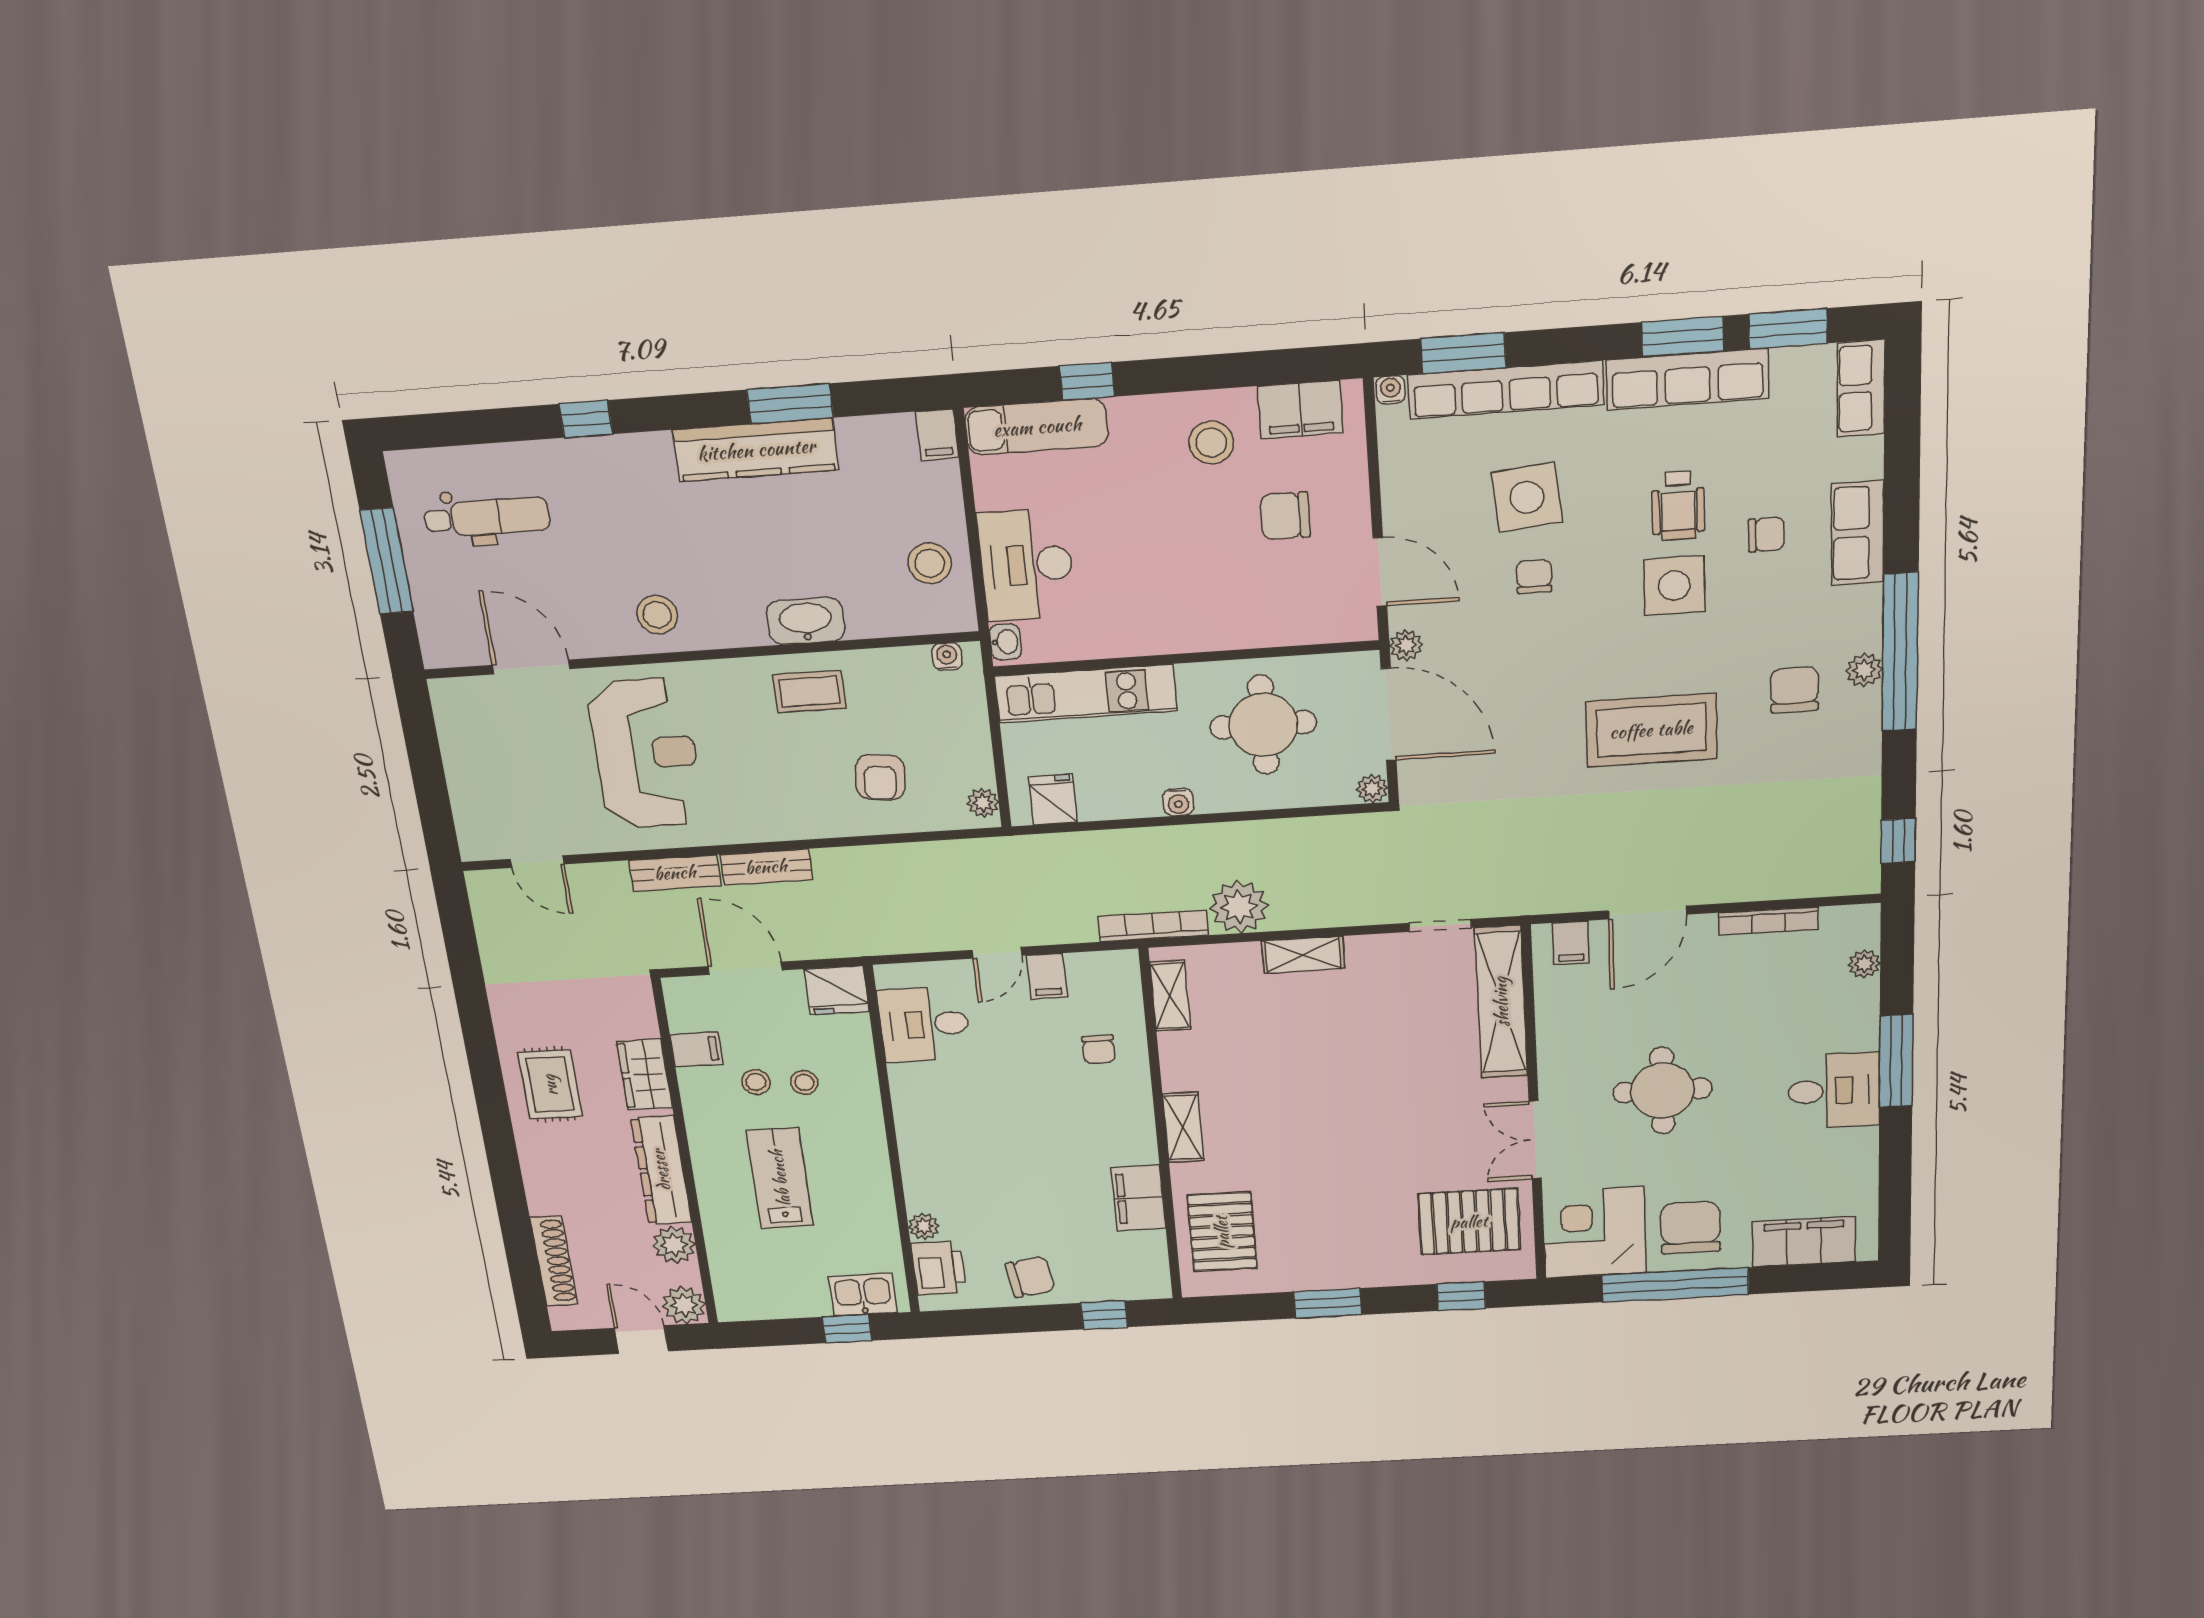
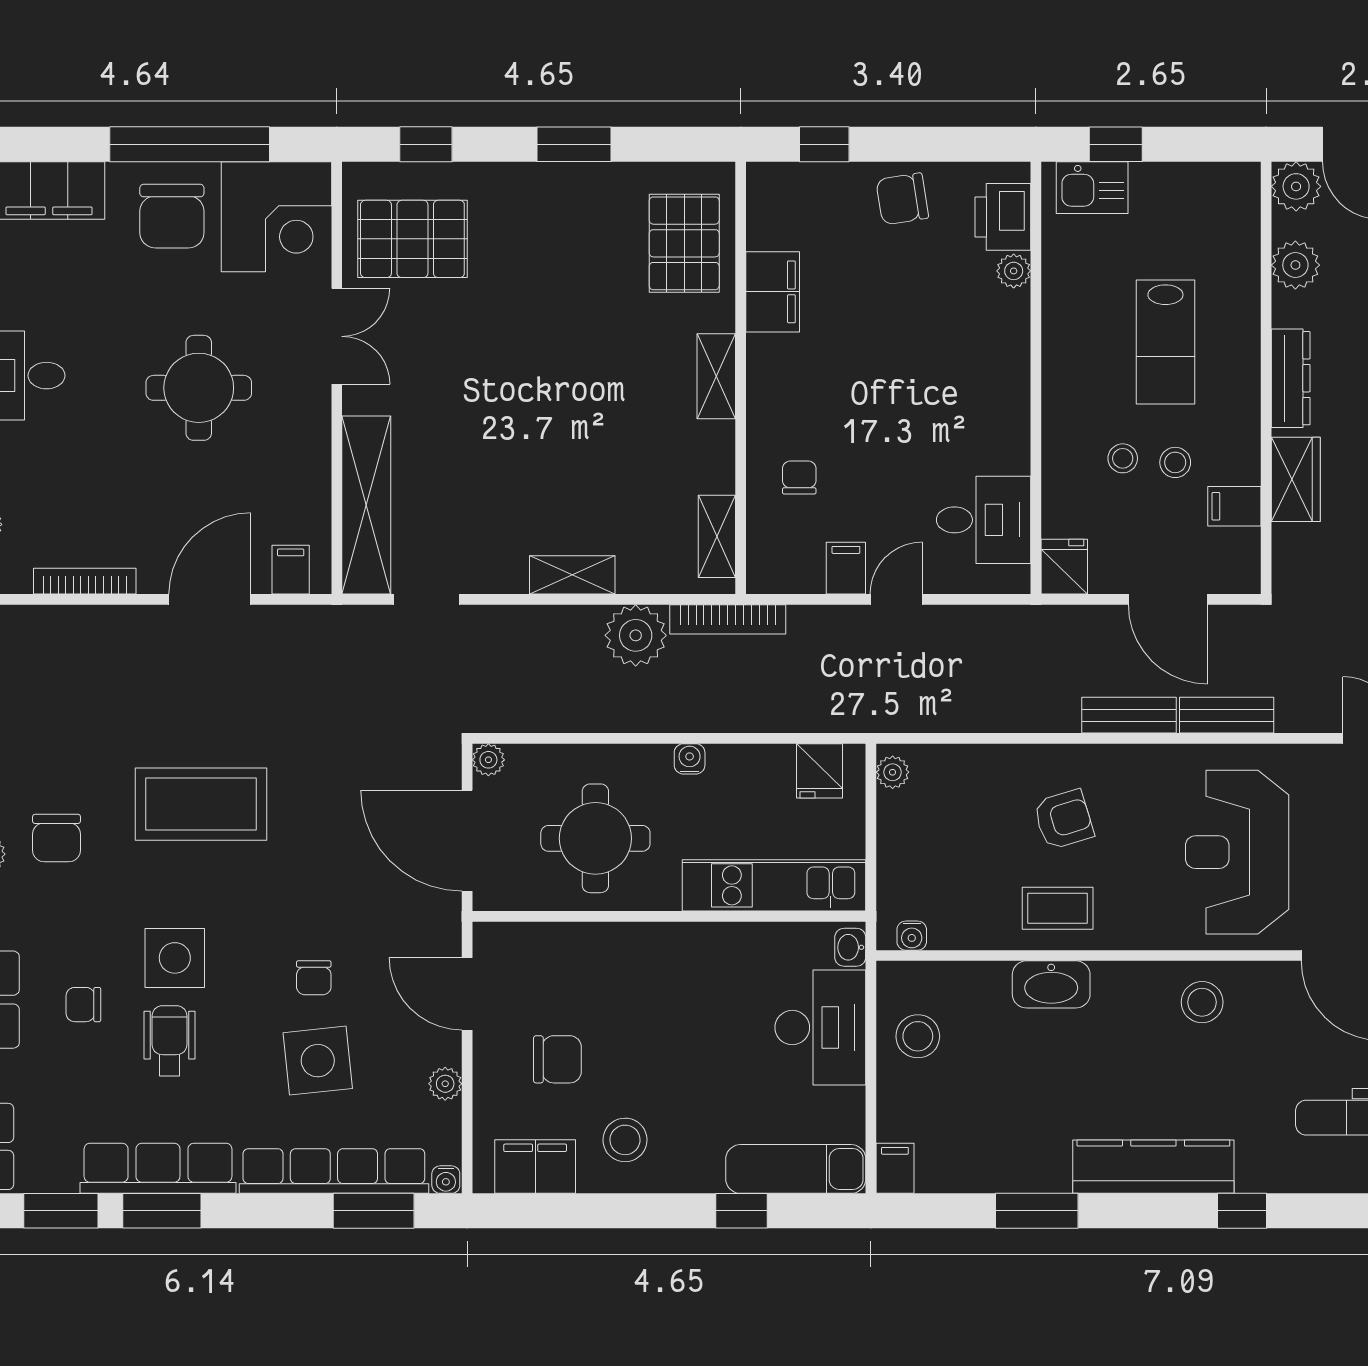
kitchen counter: (756, 450) -> (1153, 1167), moved
plant: (1406, 645) -> (445, 1084), moved
armchair: (880, 777) -> (1064, 819), moved, turned 67
fridge: (837, 990) -> (1064, 567), width x0.72
dresser: (661, 1170) -> (1291, 378), width x0.73, depth x0.80

